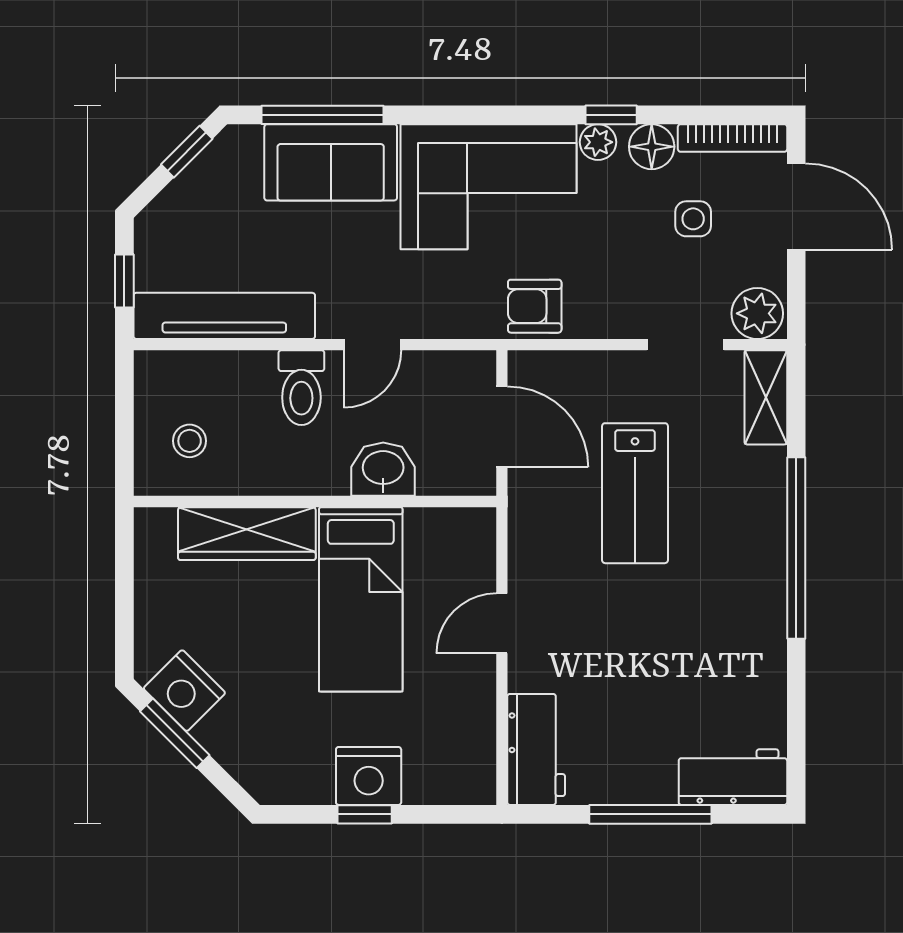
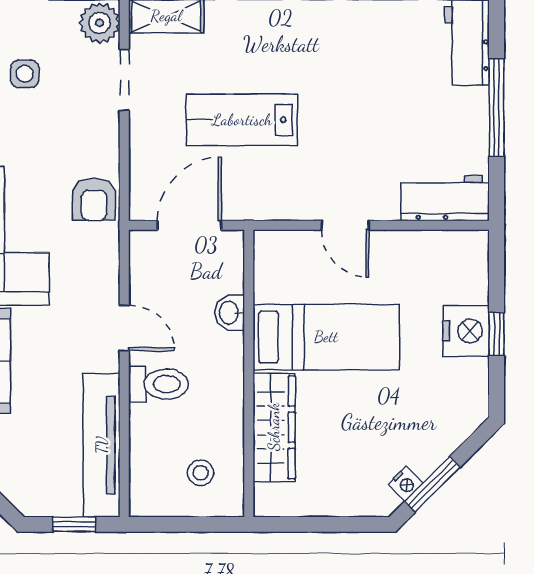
washbasin: (383, 469) -> (230, 313), width x0.72, depth x0.69
lab bench: (635, 493) -> (242, 120), turned 180
nightstand: (184, 691) -> (405, 484), width x0.53, depth x0.56

